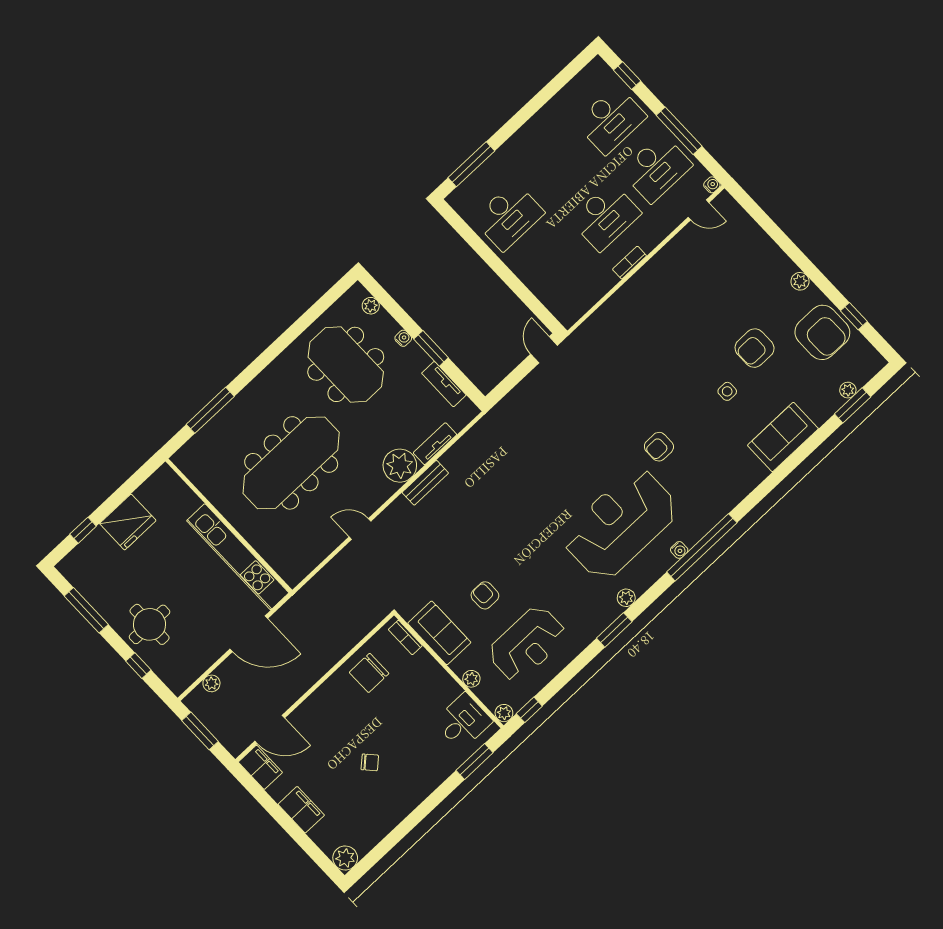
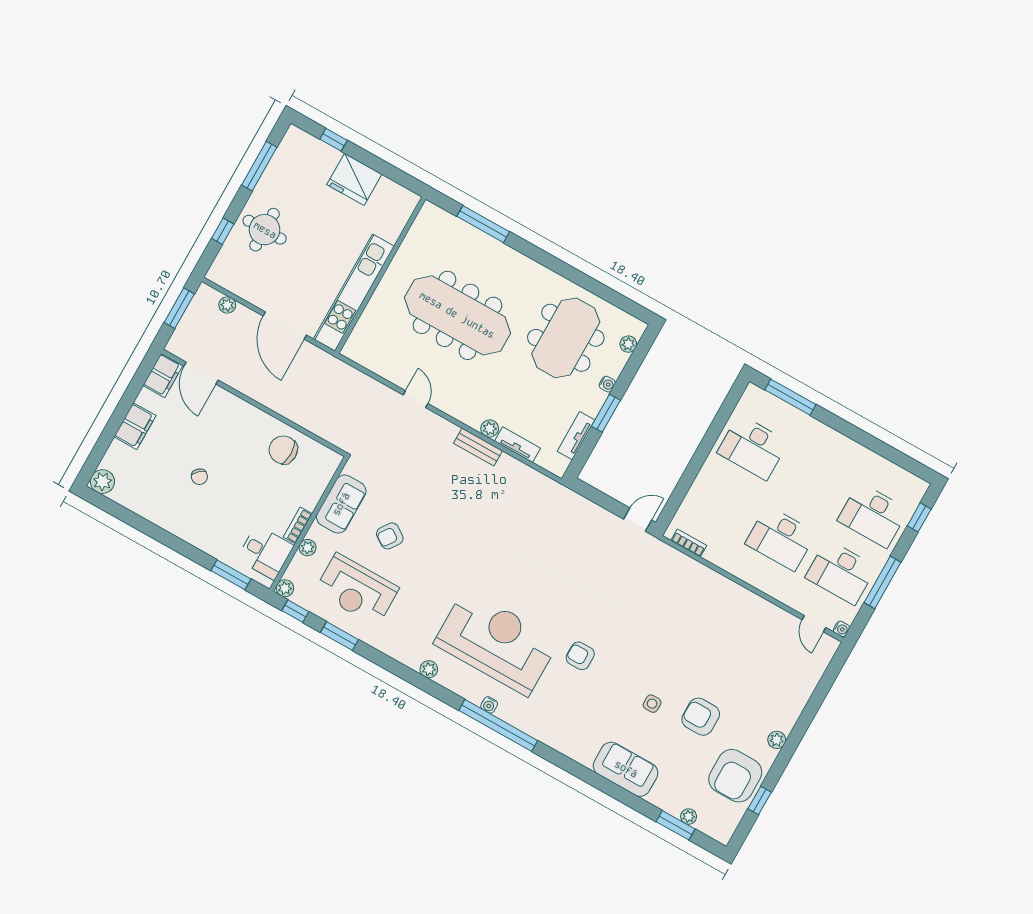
bookcase: (630, 263) -> (689, 543), moved
plant: (400, 466) -> (490, 429), width x0.53, depth x0.53
armchair: (485, 595) -> (390, 536), turned -145
window: (614, 630) -> (339, 636), moved
bookcase: (405, 638) -> (298, 525), moved

